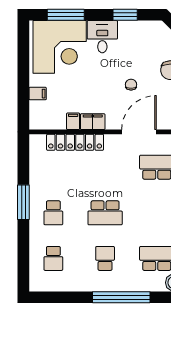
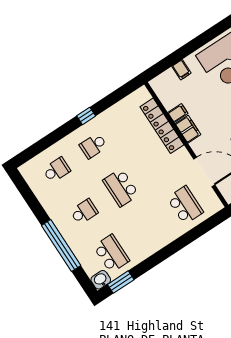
window: (23, 202) -> (86, 116), width x0.46
school desk: (53, 258) -> (57, 170), turned 180

